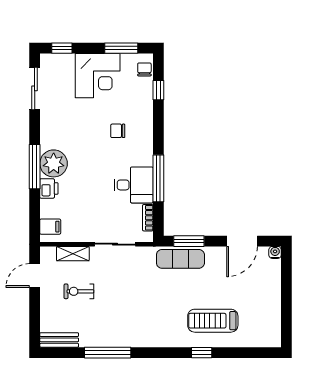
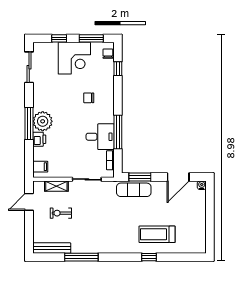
window: (62, 48) -> (59, 38), moved
bench: (59, 340) -> (52, 248), width x1.36

